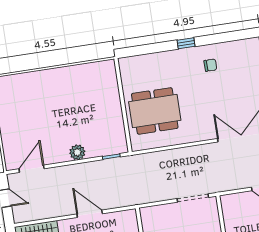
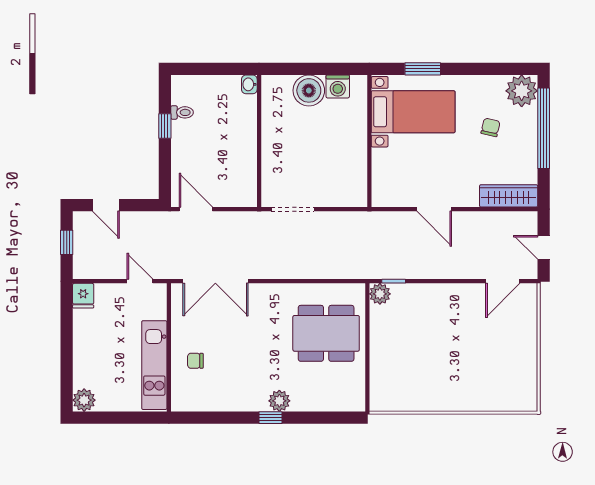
plant: (181, 56) -> (279, 401), added
chair: (210, 65) -> (195, 361), moved
plant: (77, 152) -> (380, 294), moved

